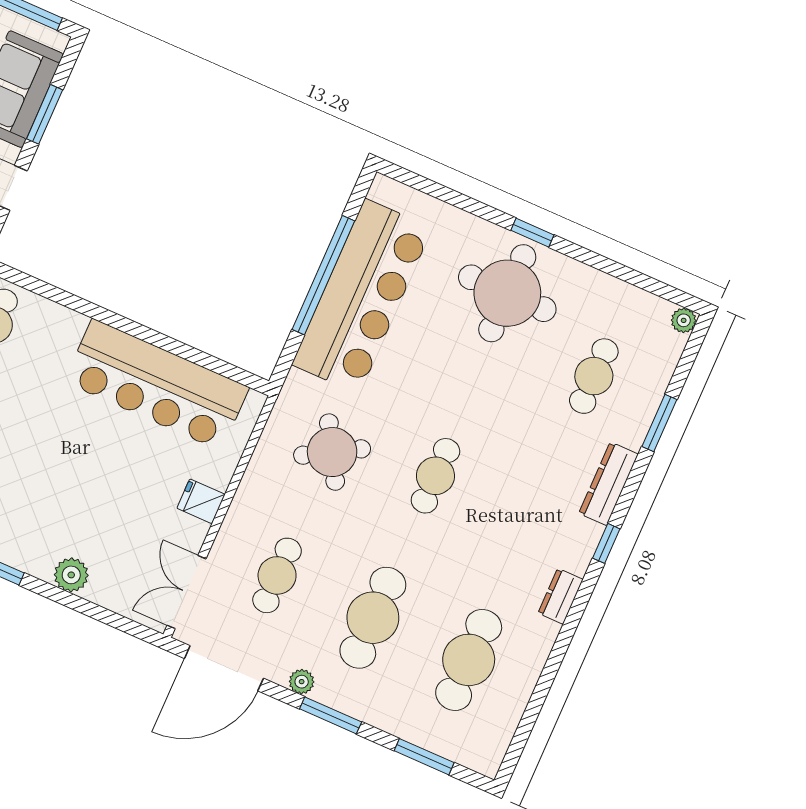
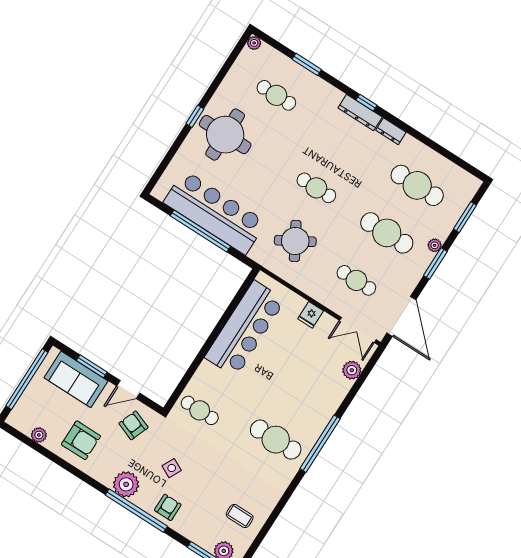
dresser: (608, 484) -> (360, 113), moved
plant: (71, 575) -> (352, 370), moved
plant: (302, 682) -> (435, 245), moved

